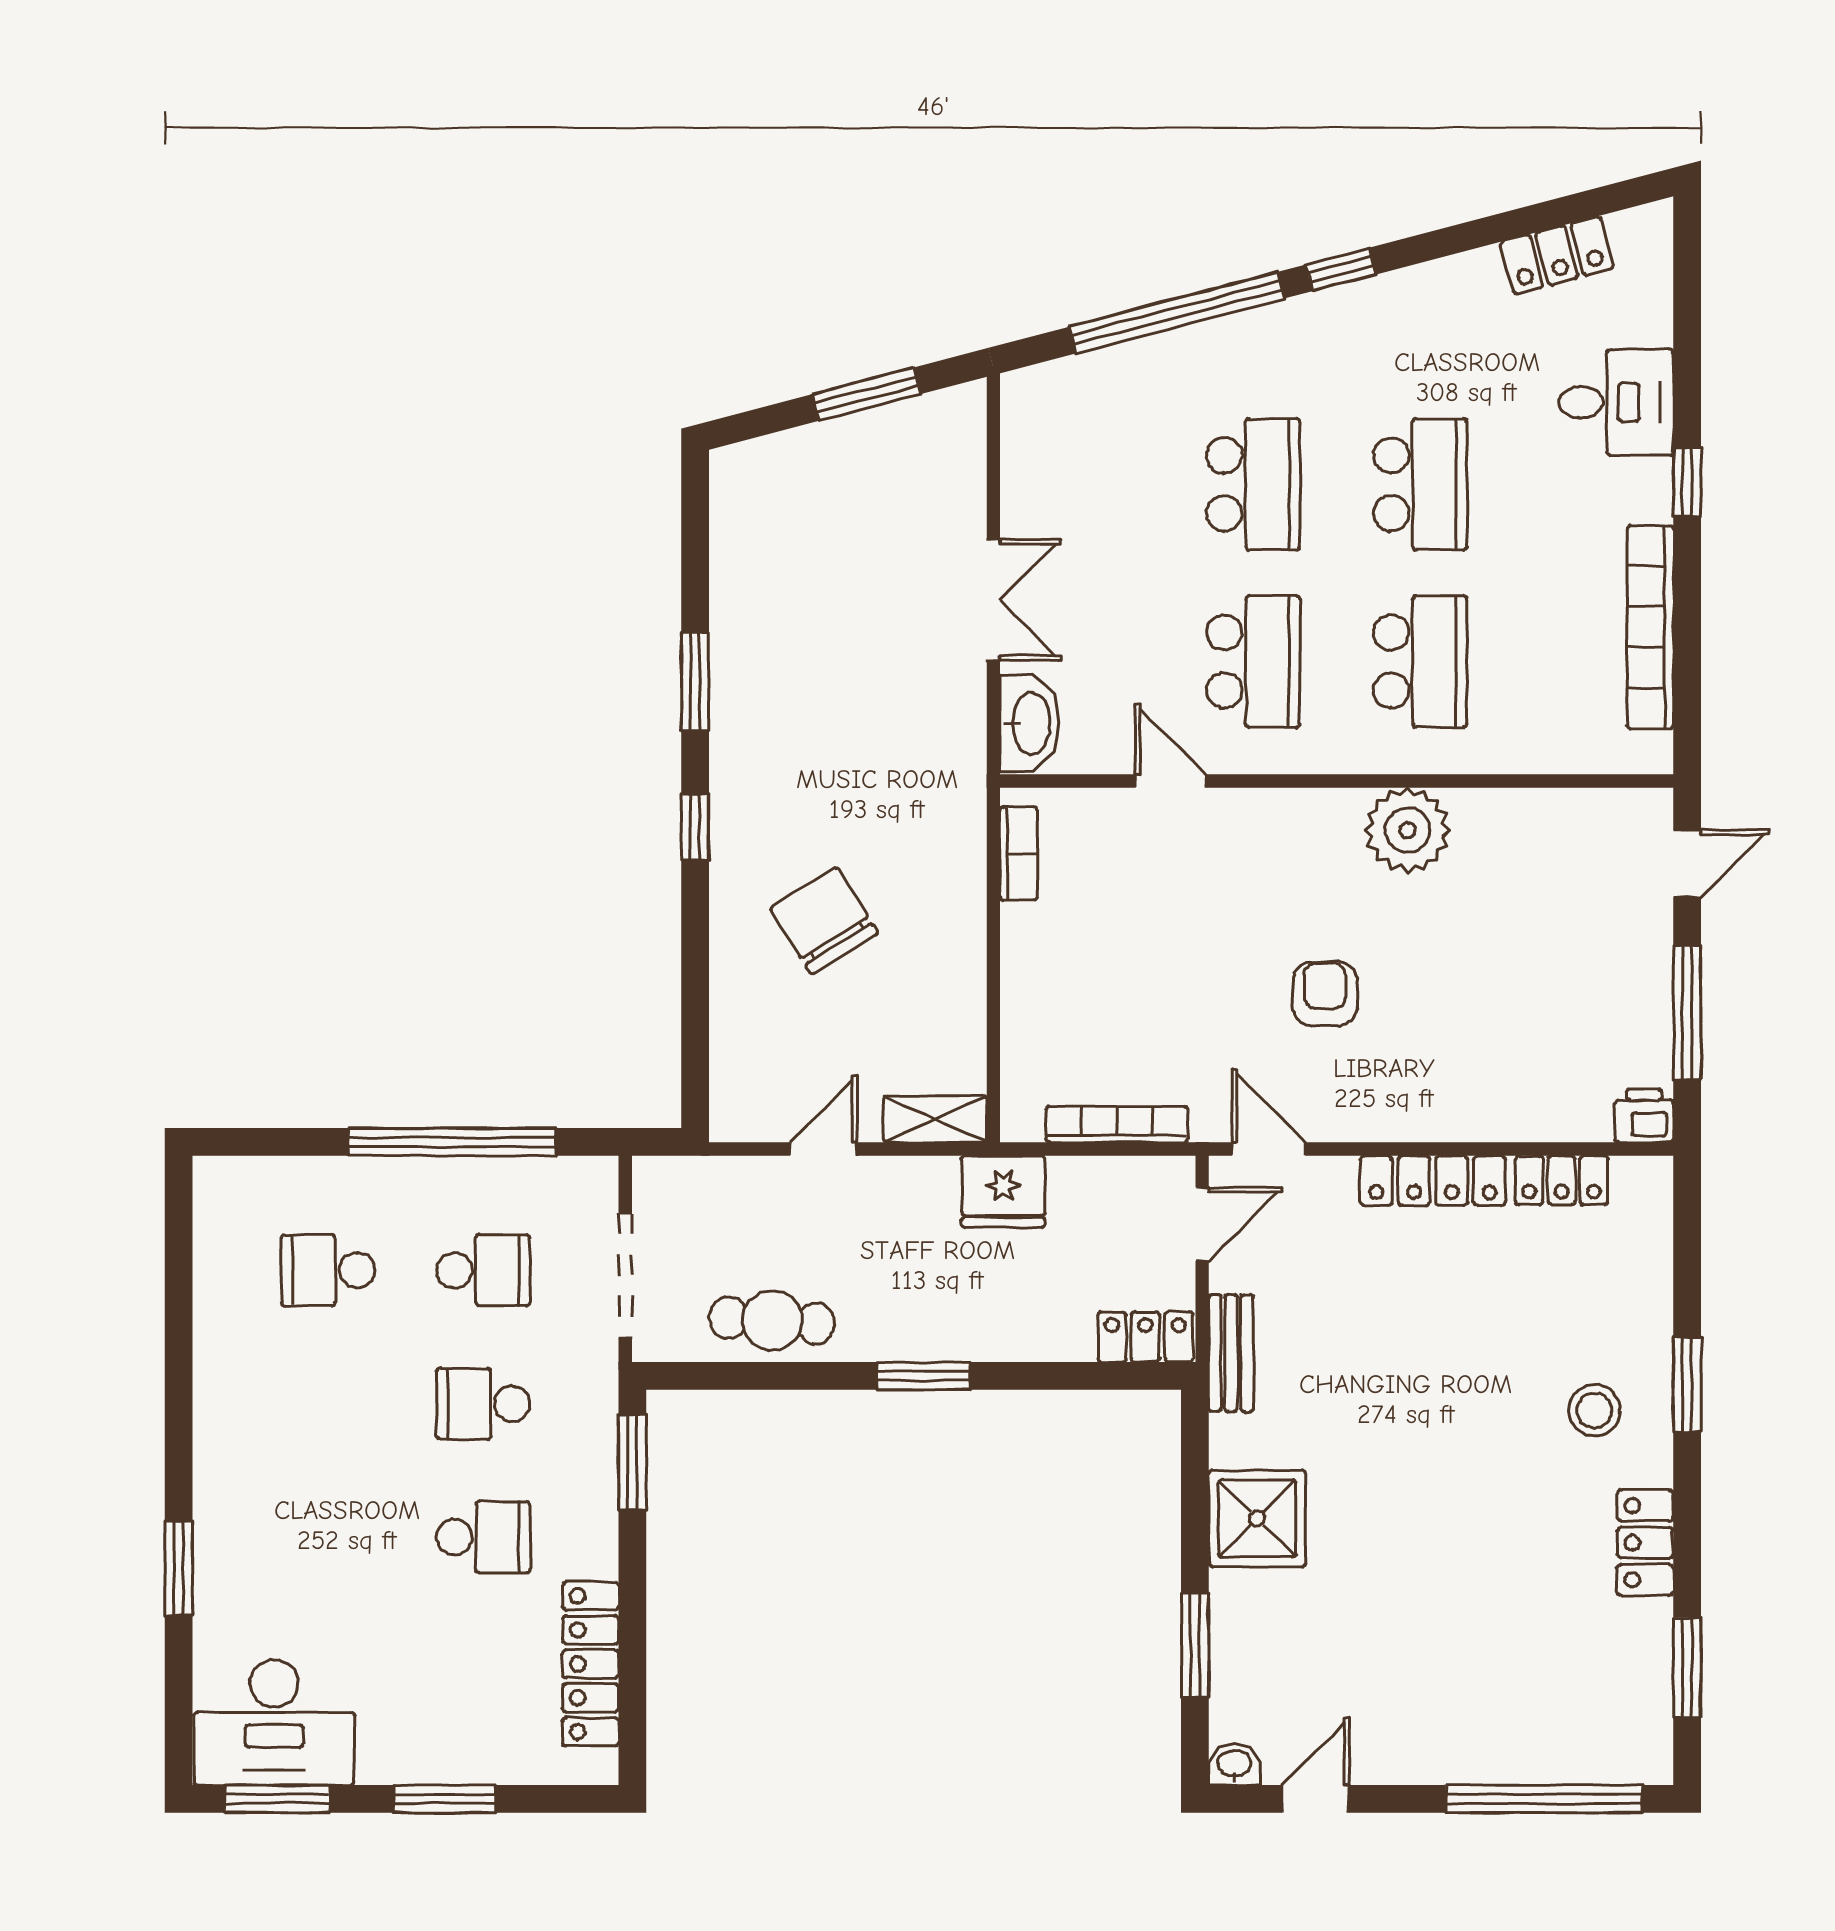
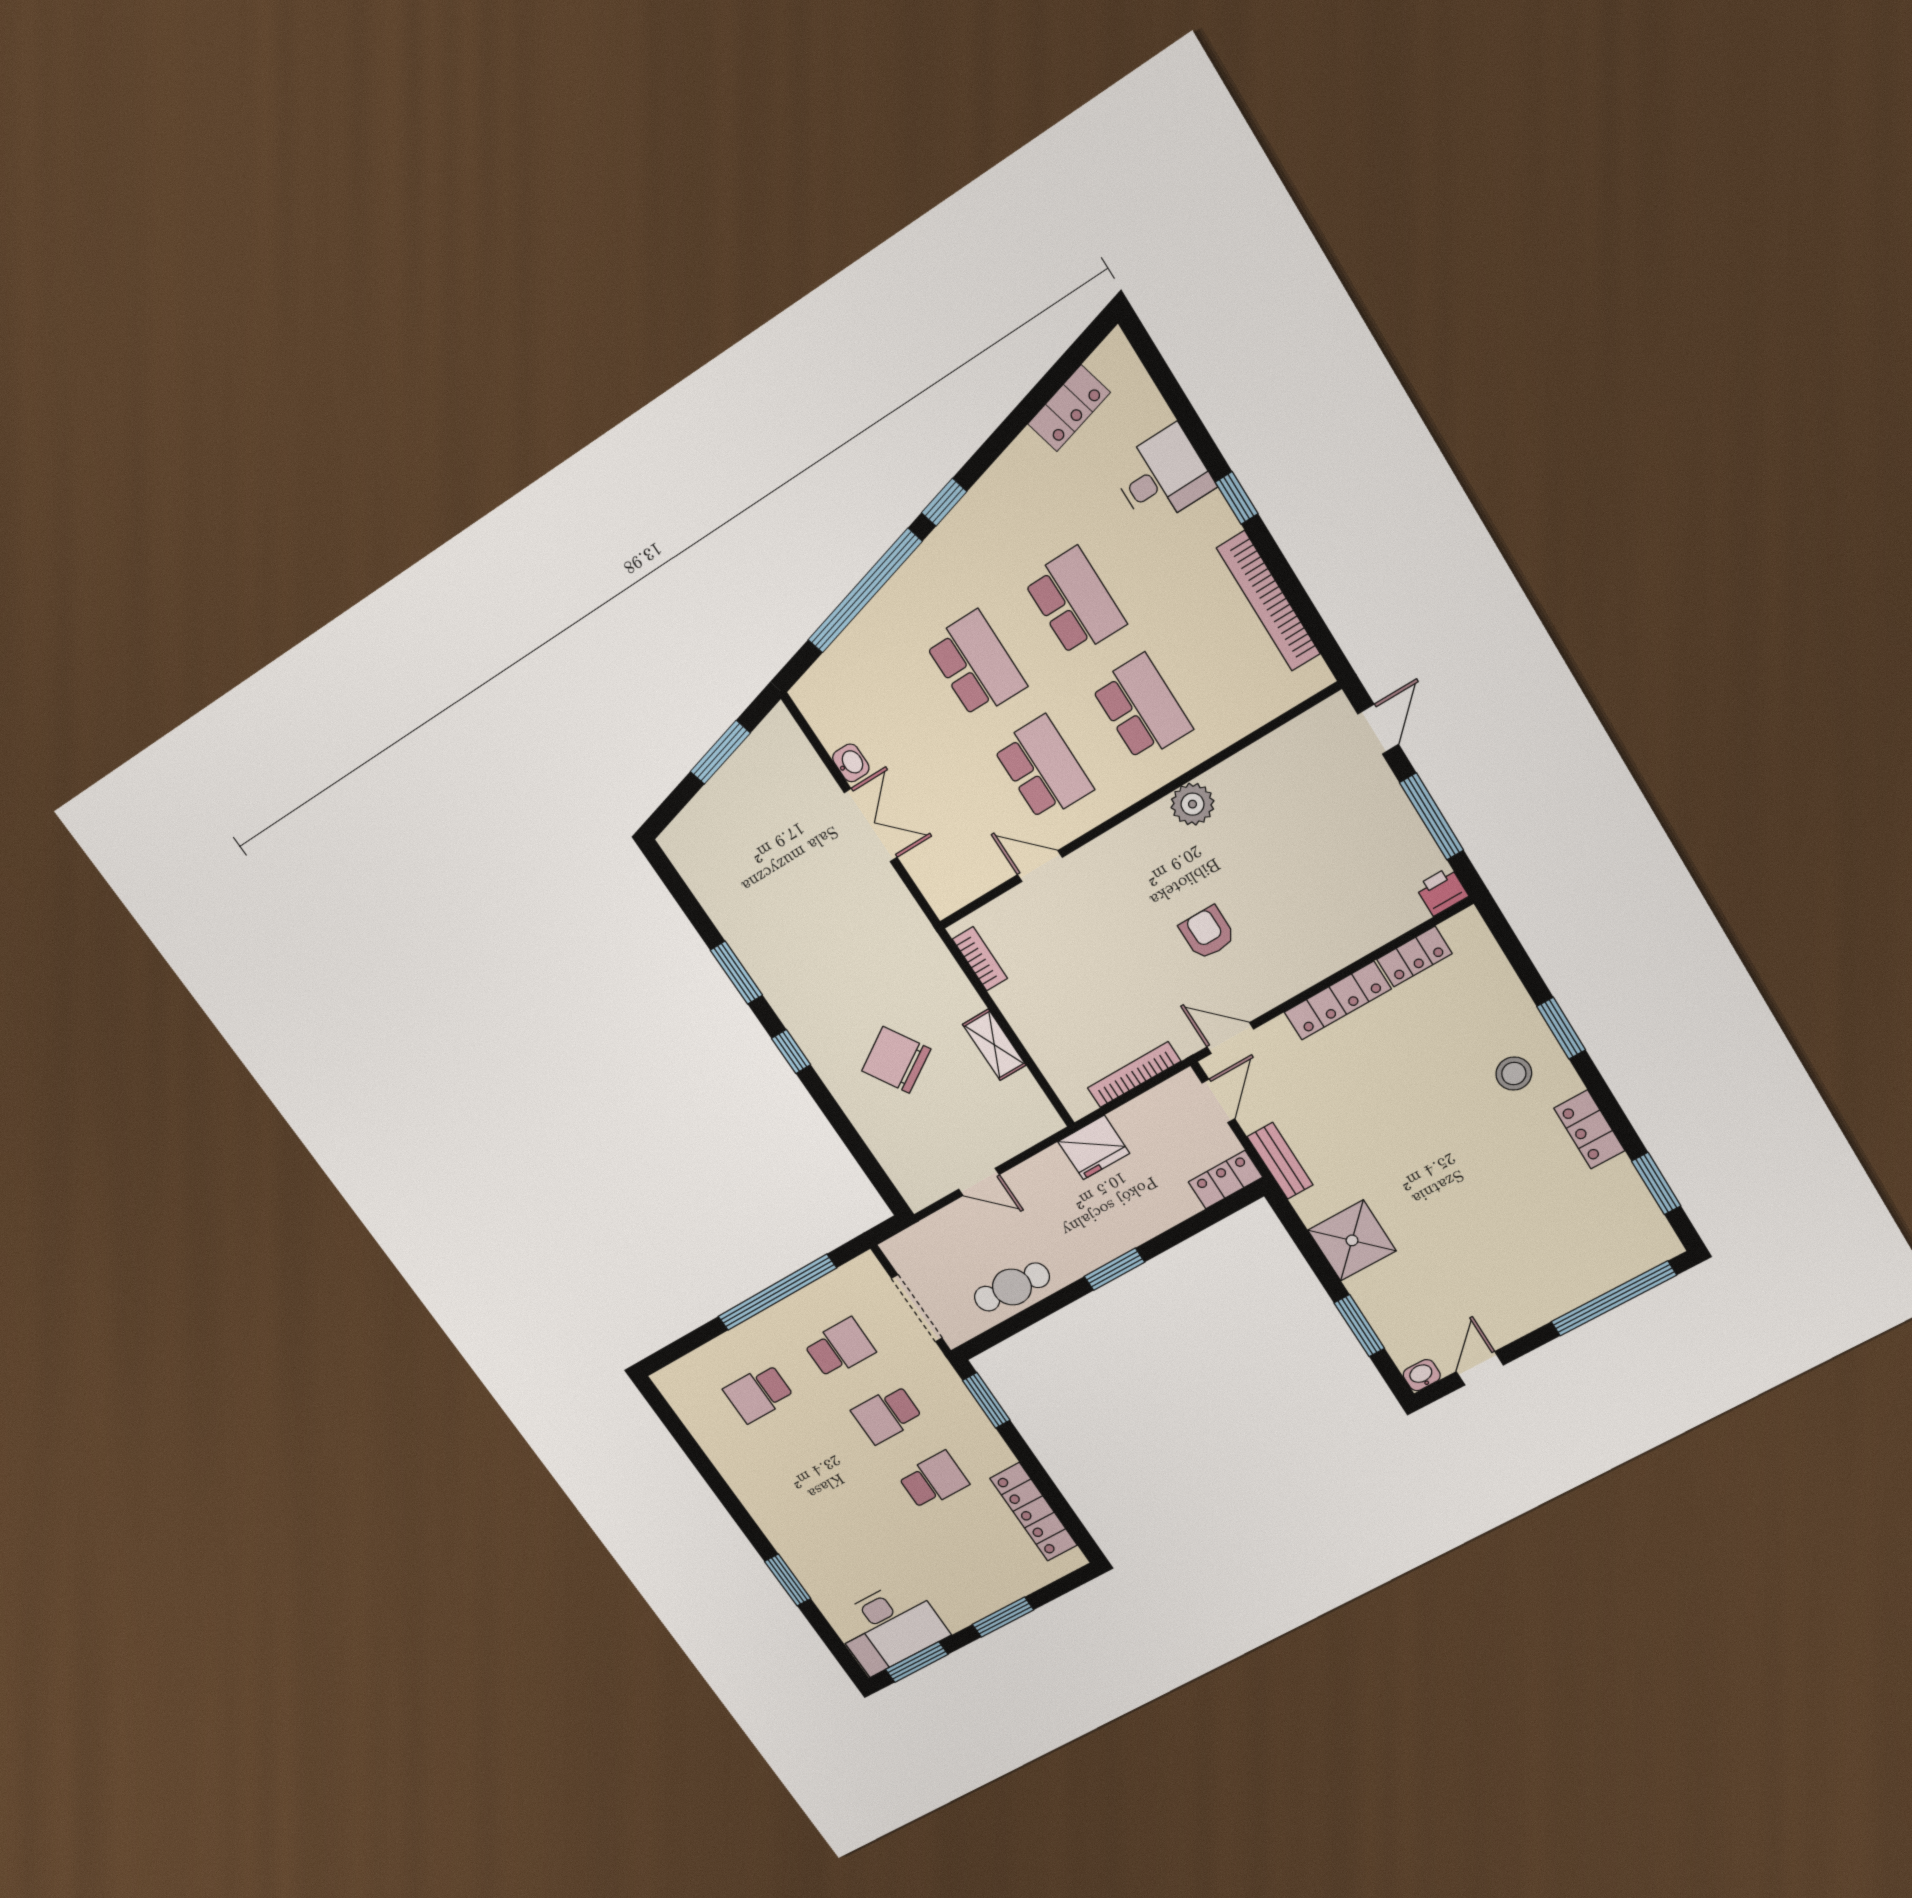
washbasin: (1030, 723) -> (851, 763), moved, width x0.52, depth x0.69
plant: (1408, 830) -> (1193, 804), width x0.73, depth x0.73
shelving: (935, 1119) -> (994, 1045), moved, turned 90
door: (823, 1149) -> (979, 1182), swing flipped

